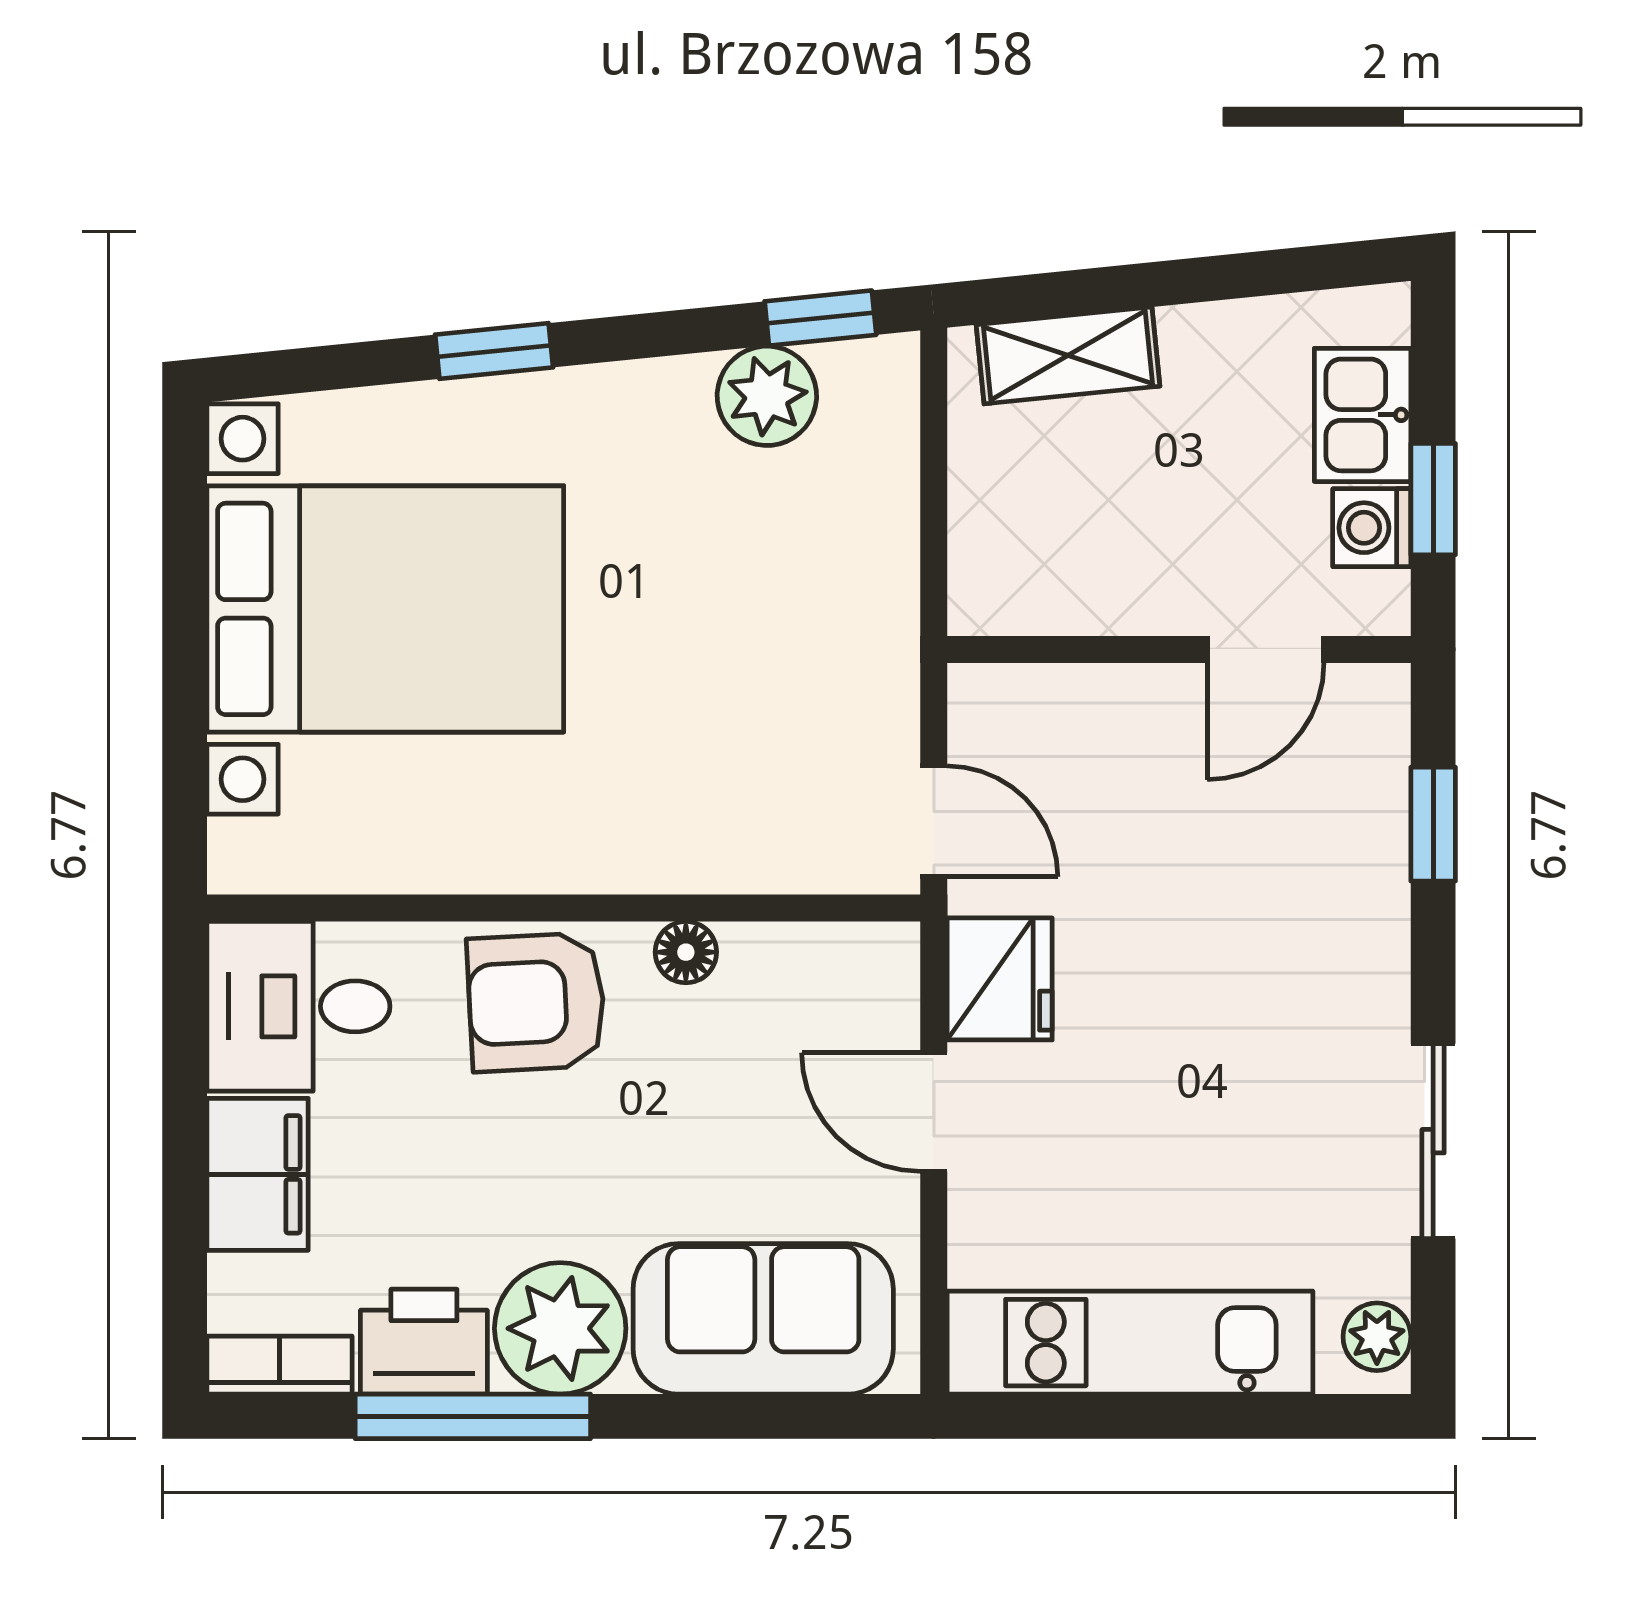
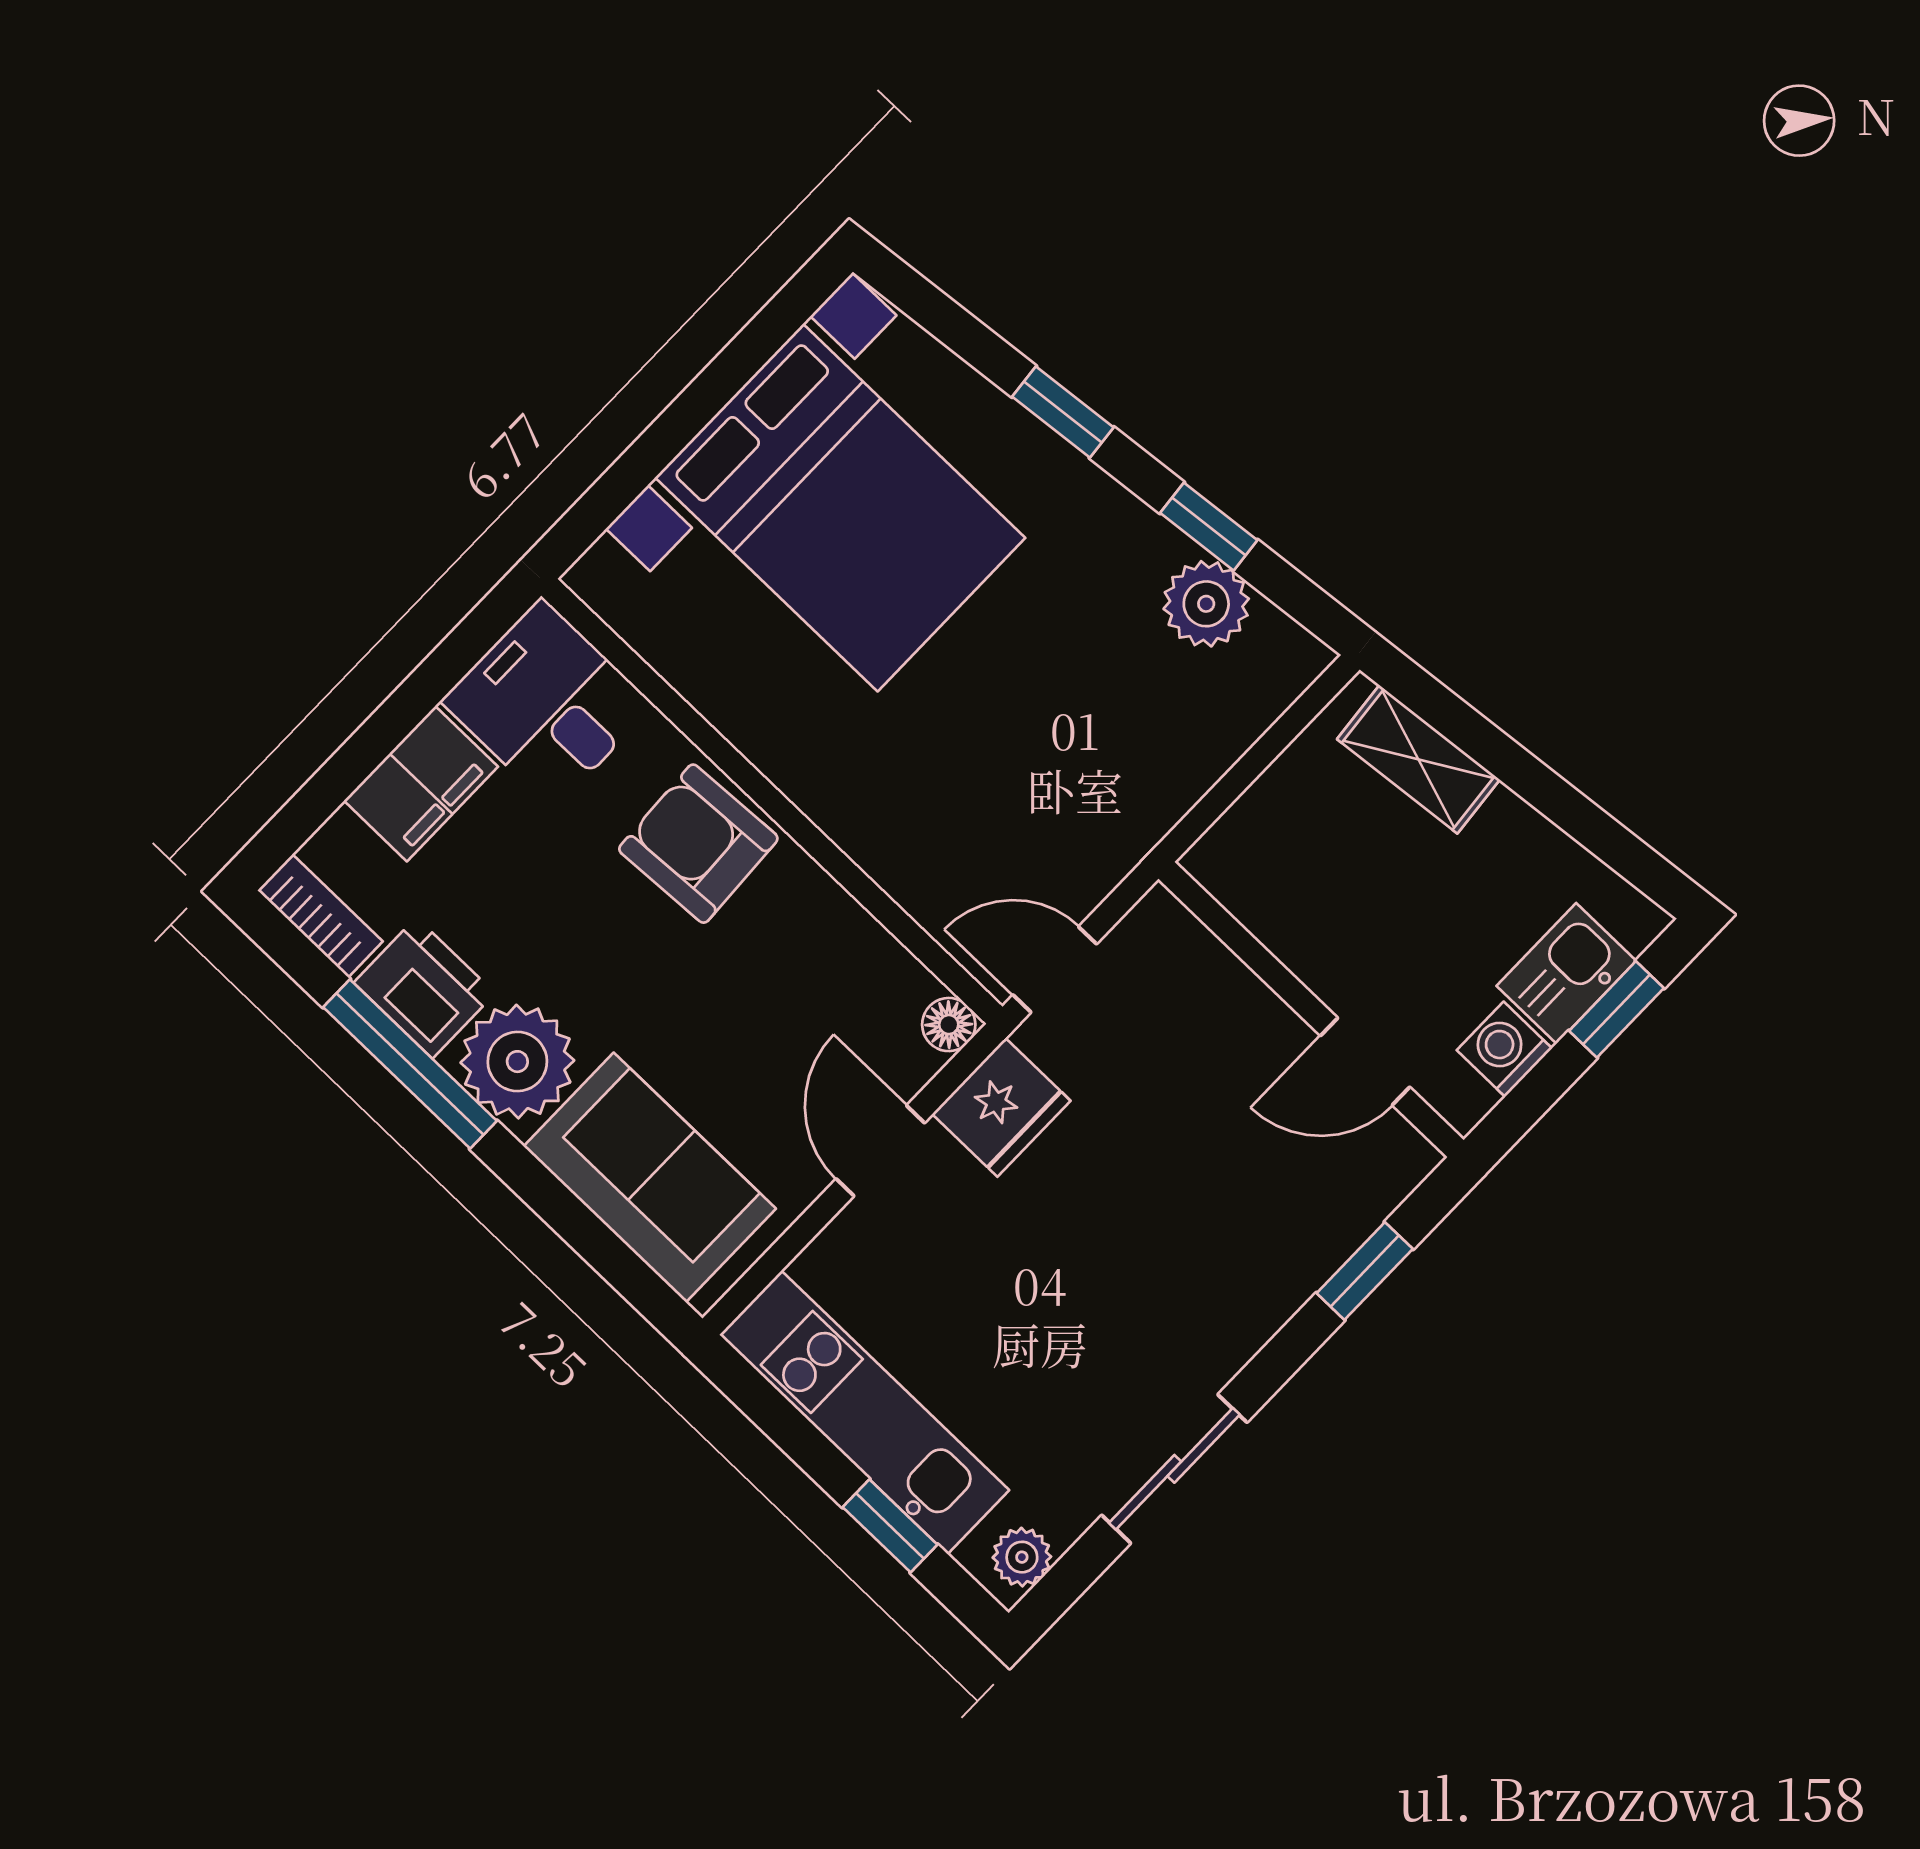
window: (820, 318) -> (1209, 527), moved
window: (1433, 499) -> (1616, 1009), moved
door: (934, 821) -> (1055, 969), swing flipped
floor lamp: (686, 952) -> (949, 1025), moved
window: (1242, 1416) -> (890, 1526), added

